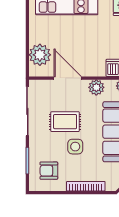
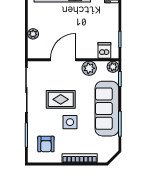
plant: (40, 55) -> (33, 34), width x0.53, depth x0.53
door: (68, 78) -> (63, 60), hinge flipped
armchair: (49, 171) -> (46, 144), turned -90

